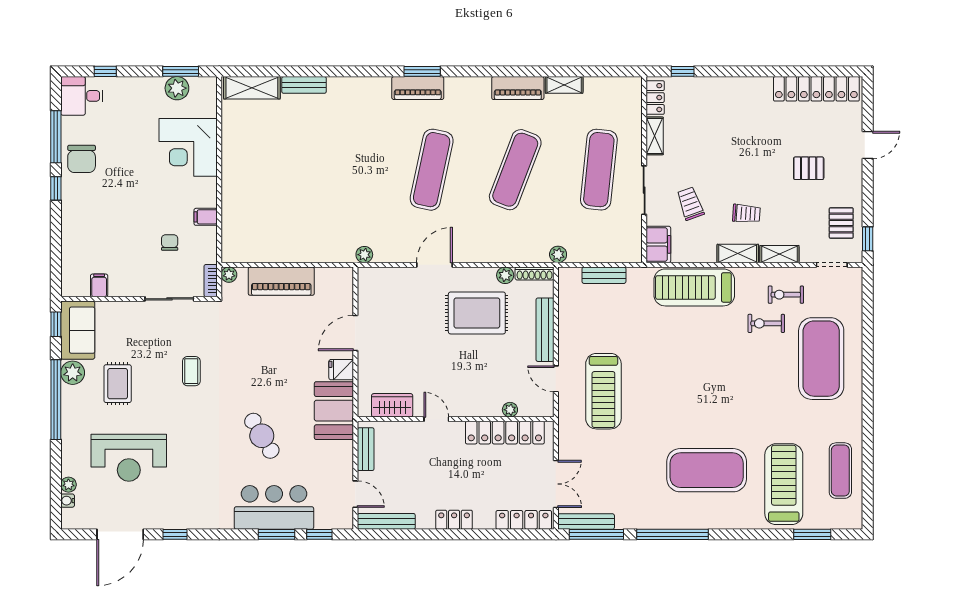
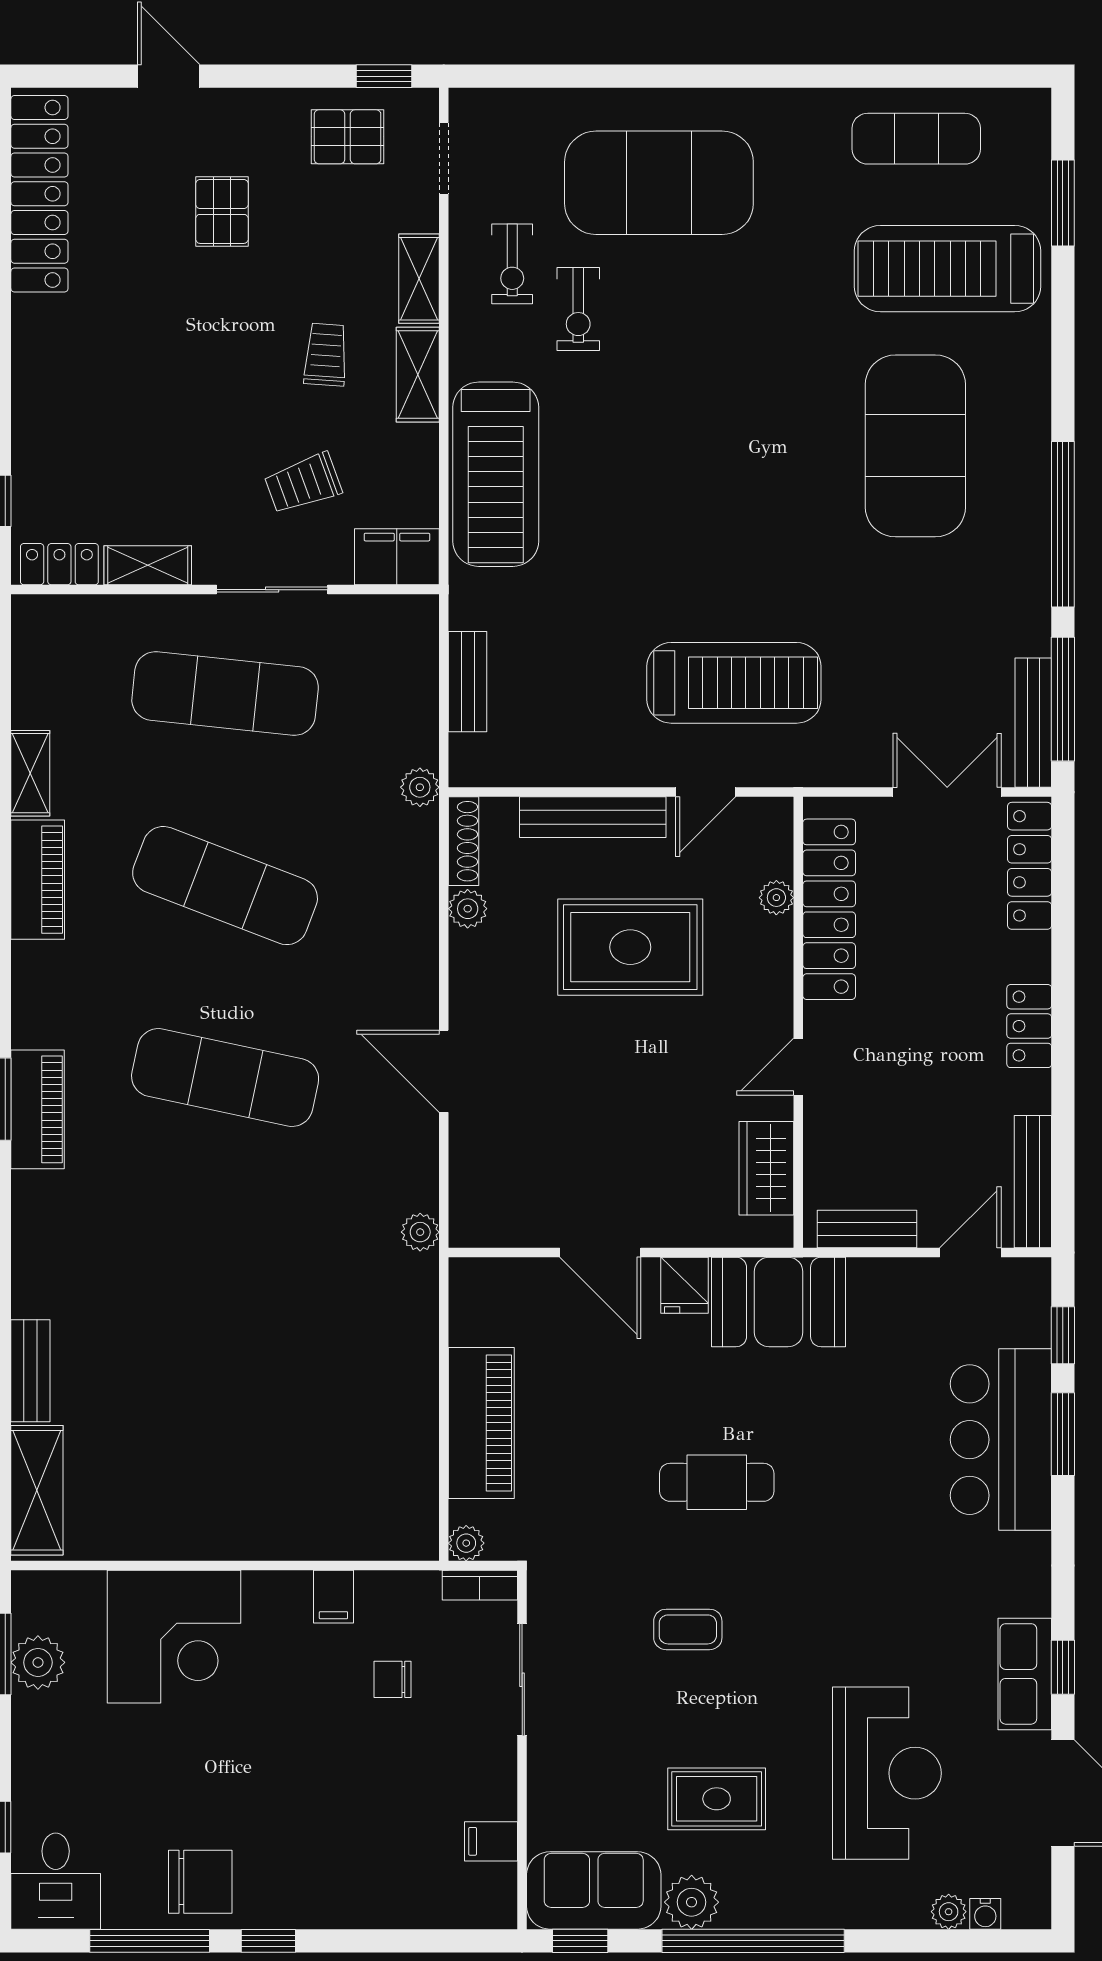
rug: (477, 313) -> (630, 947), moved, turned 90
cafe table: (262, 436) -> (717, 1482), moved, turned 31
row of seats: (172, 518) -> (1025, 1674), added

